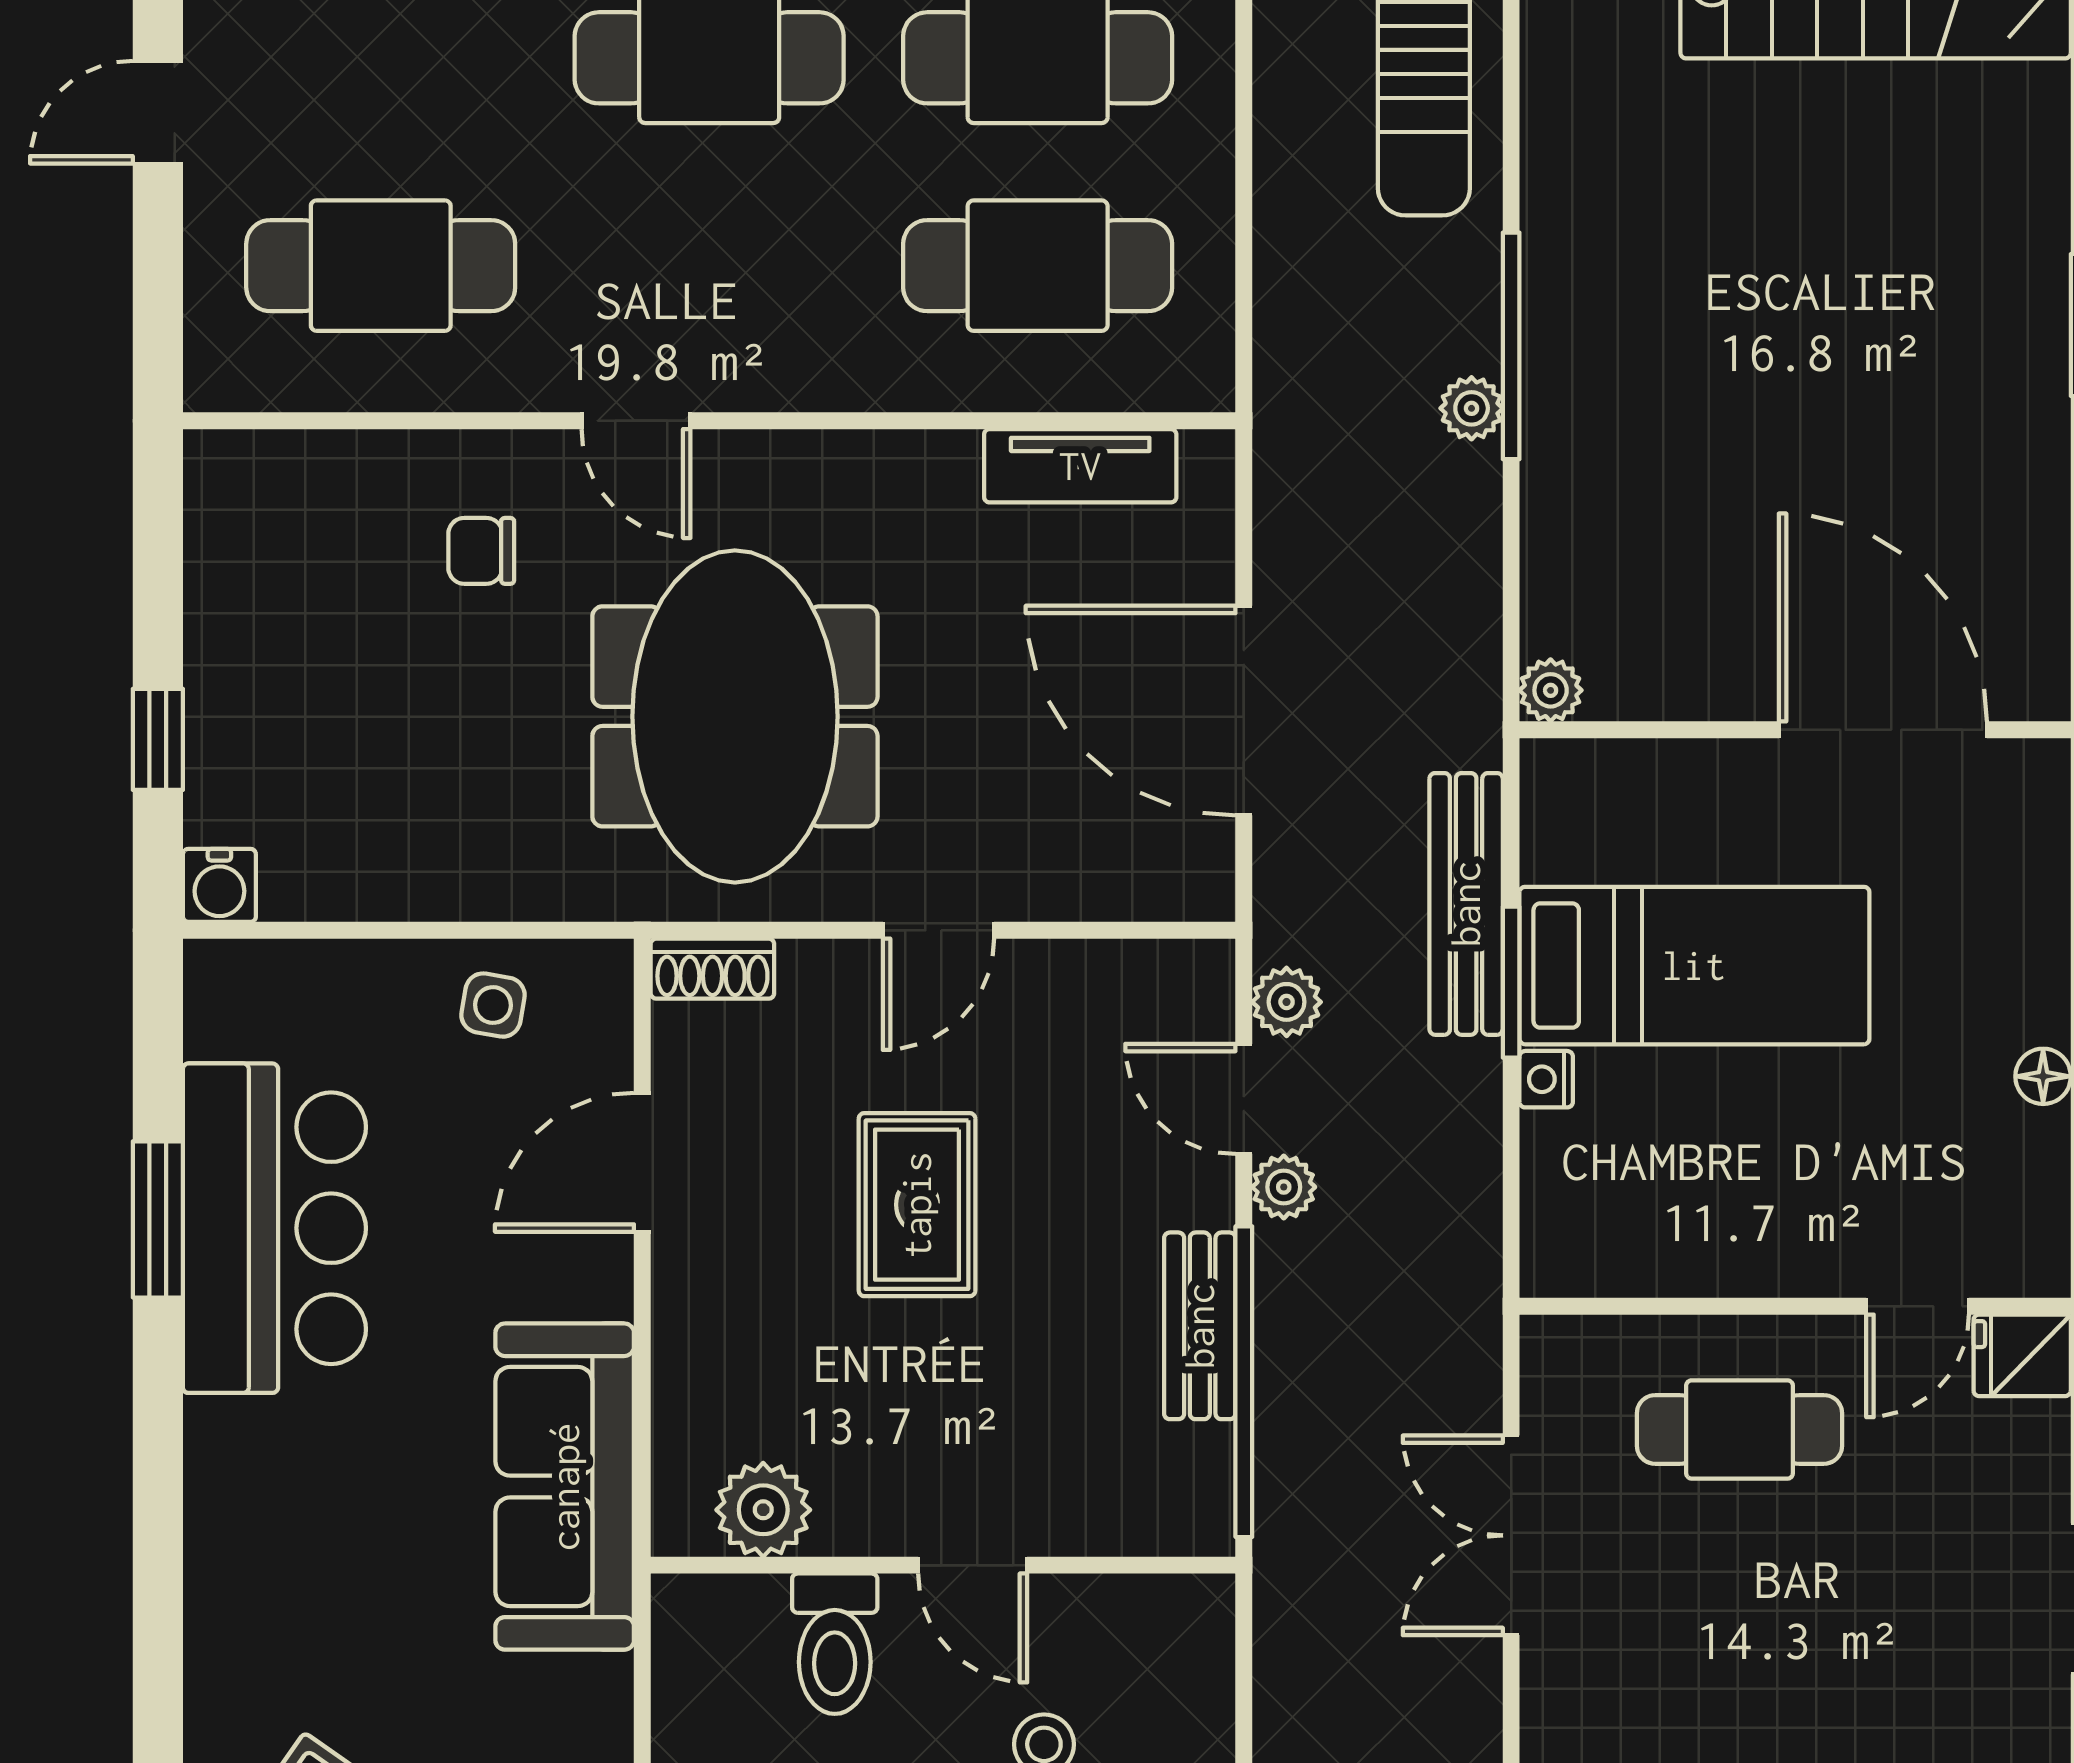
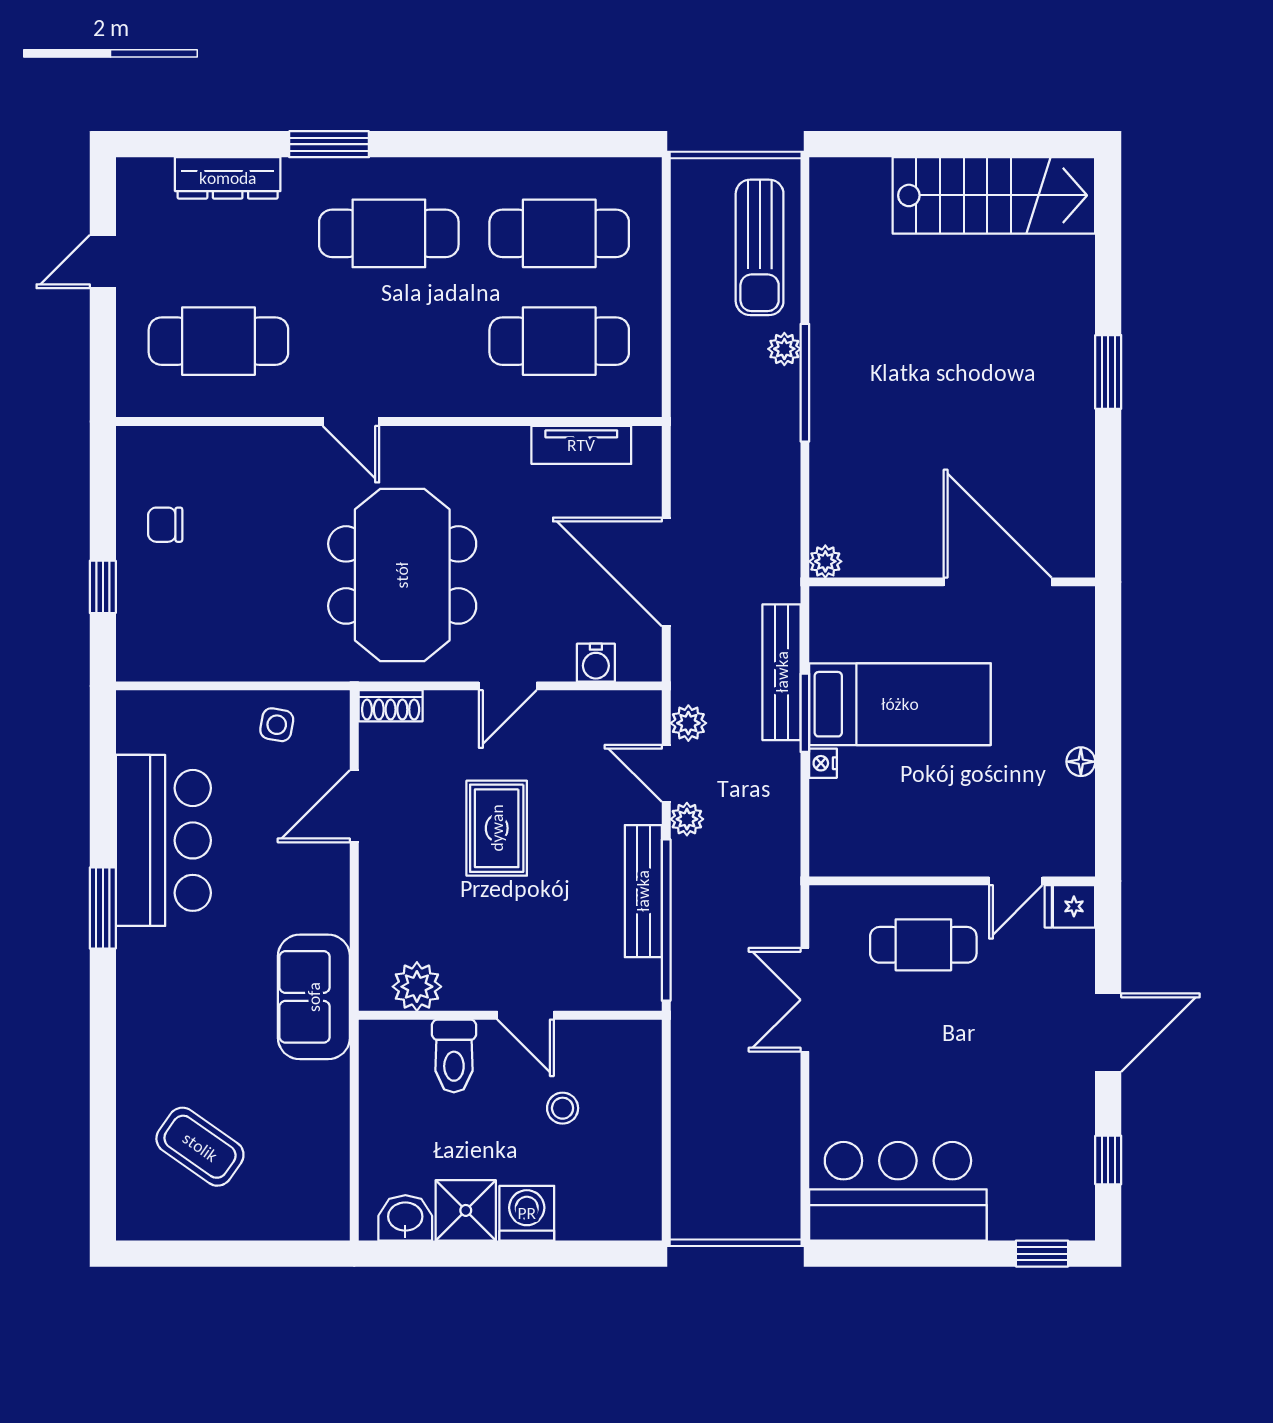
plant: (1472, 408) -> (784, 349), moved
chair: (481, 551) -> (165, 525), moved
water cooler: (219, 885) -> (596, 663), moved
window: (158, 1219) -> (103, 908), moved
bench: (1200, 1326) -> (643, 891), width x1.36
sofa: (565, 1487) -> (314, 997), width x0.73

